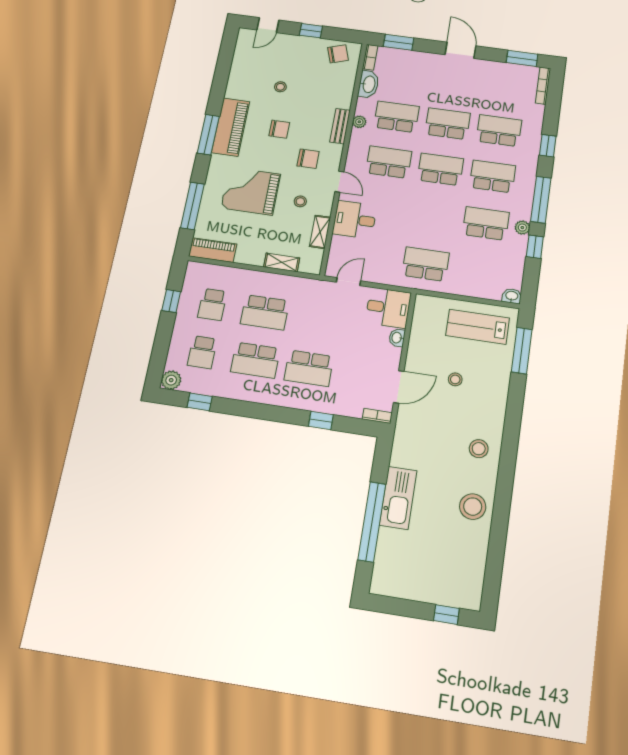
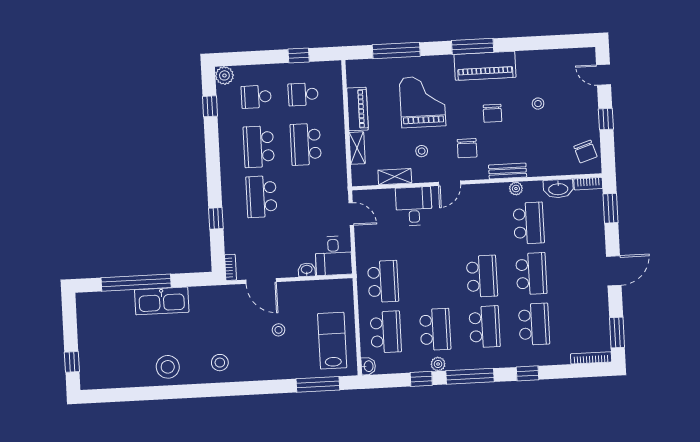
school desk: (389, 162) -> (386, 332), moved
piano: (213, 250) -> (357, 109), moved

